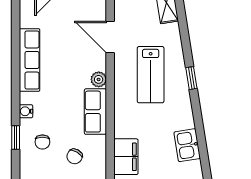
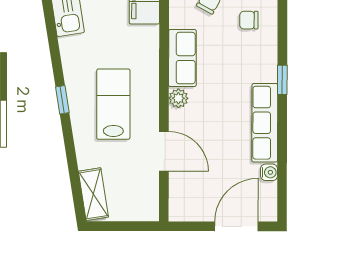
water cooler: (26, 111) -> (269, 172), moved
window: (16, 138) -> (282, 80), moved
chair: (42, 142) -> (249, 20), turned -90

